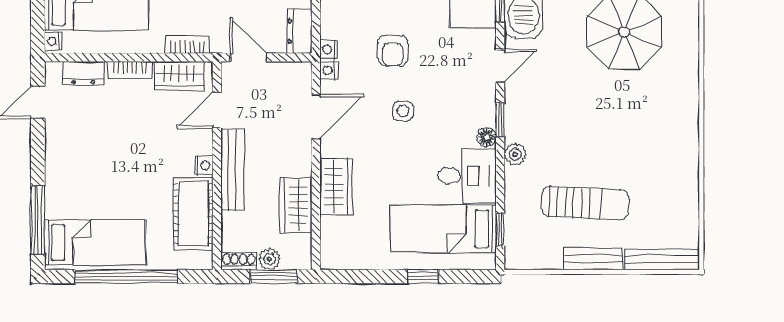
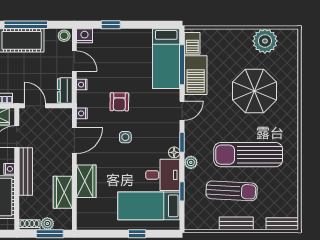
nightstand: (329, 49) -> (82, 85), moved
sun lounger: (613, 141) -> (248, 155), added
window: (500, 229) -> (182, 191), moved
bench: (662, 259) -> (282, 224), width x0.73

